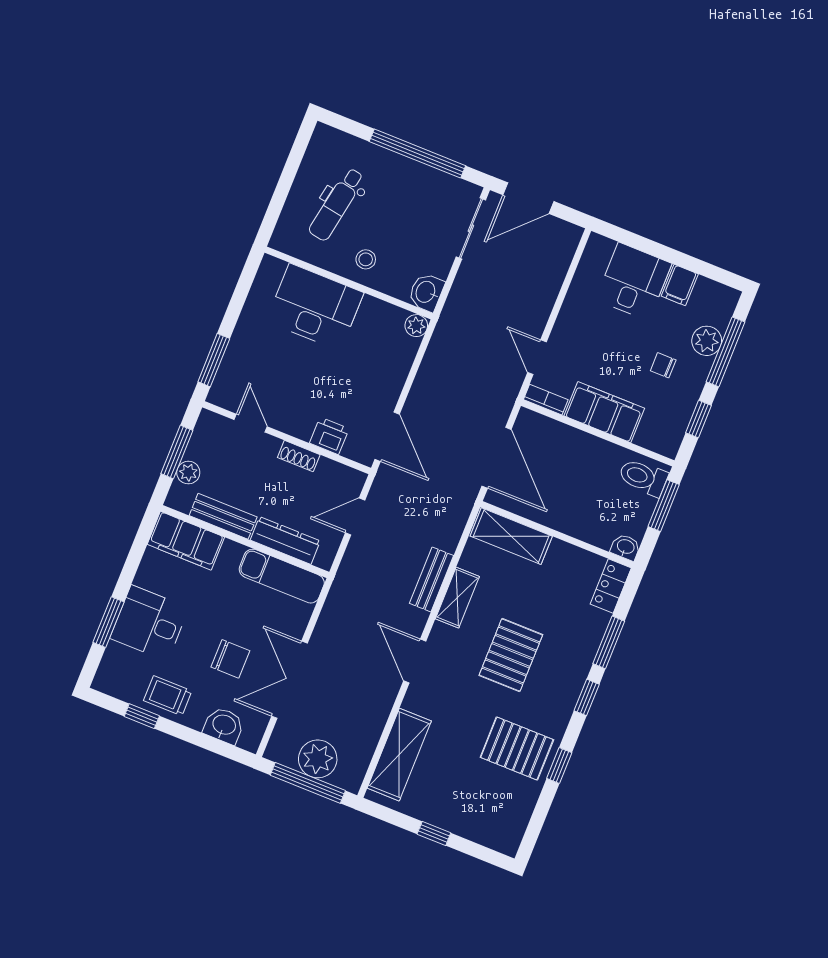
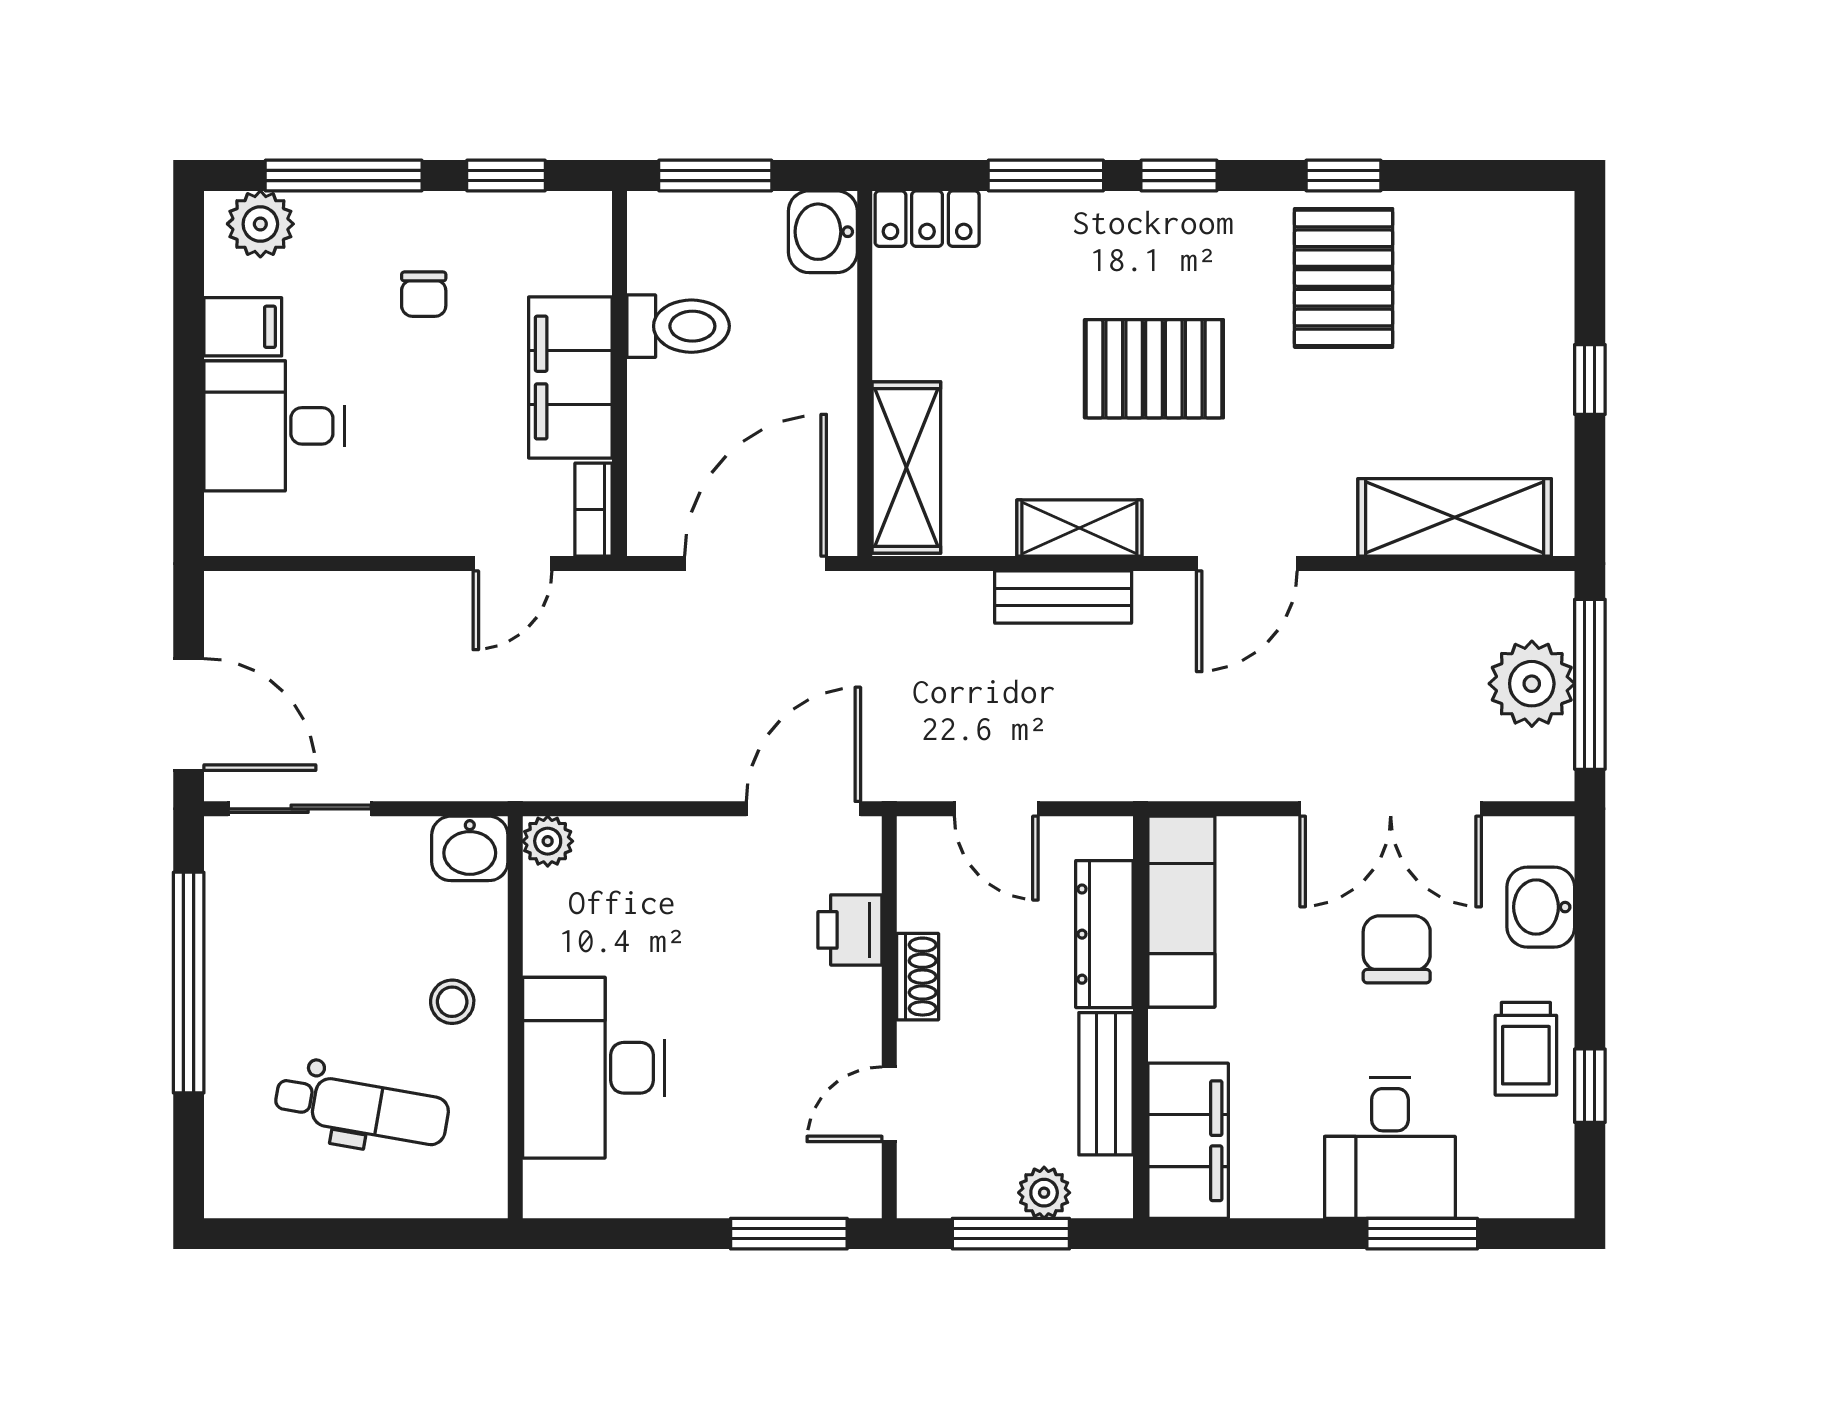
plant: (707, 341) -> (260, 224), moved
toilet: (643, 477) -> (678, 326), moved, turned -90
washbasin: (626, 547) -> (823, 232), width x1.38, depth x1.45

